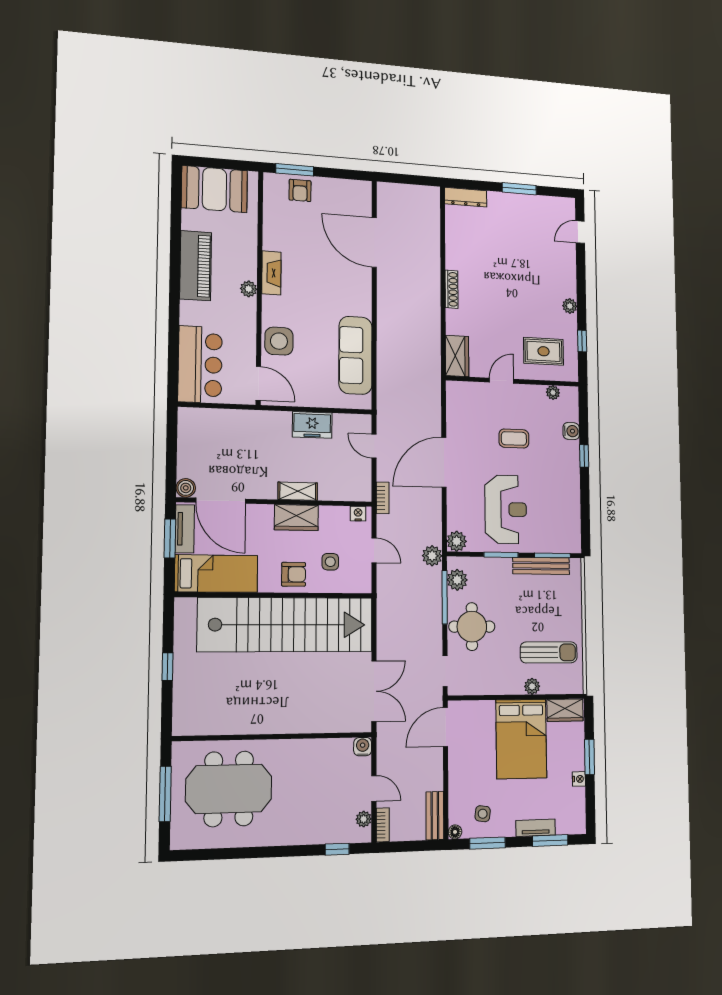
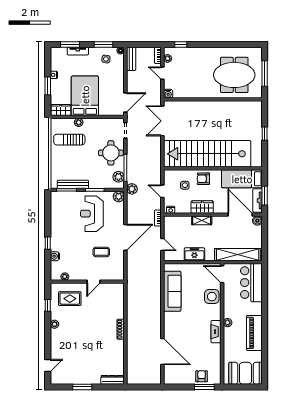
wardrobe: (457, 356) -> (118, 294), removed
shelving: (227, 421) -> (238, 255), added
coffee table: (514, 439) -> (101, 252), moved

